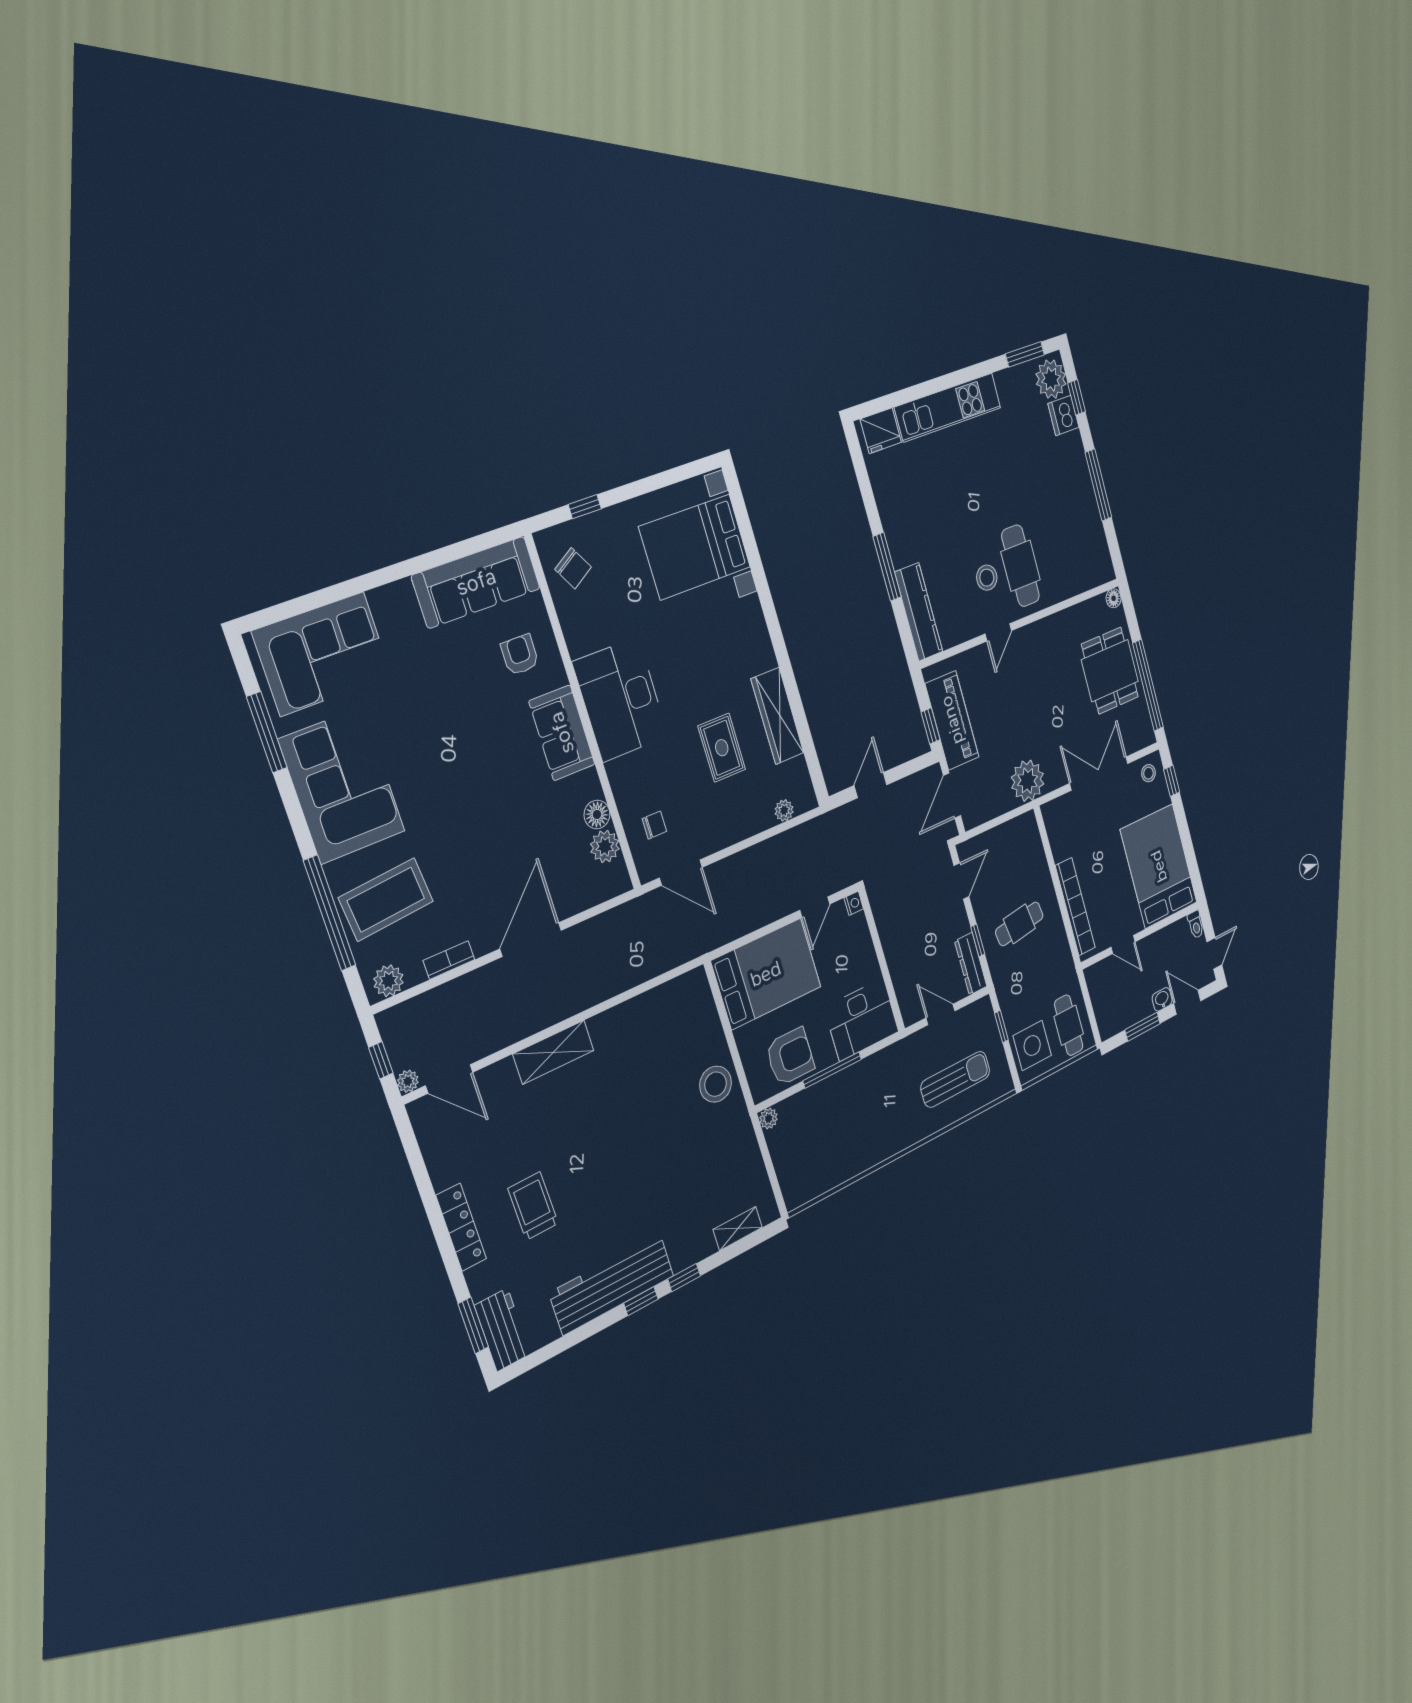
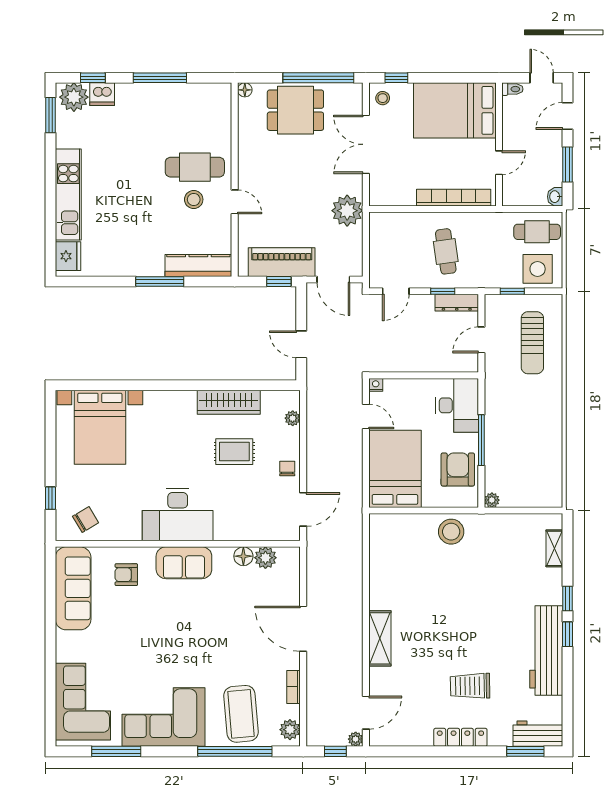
chair: (654, 825) -> (287, 469), moved
door: (961, 881) -> (396, 291), swing flipped
washbasin: (1162, 999) -> (555, 197), moved
sun lounger: (955, 1079) -> (532, 343), turned 180

